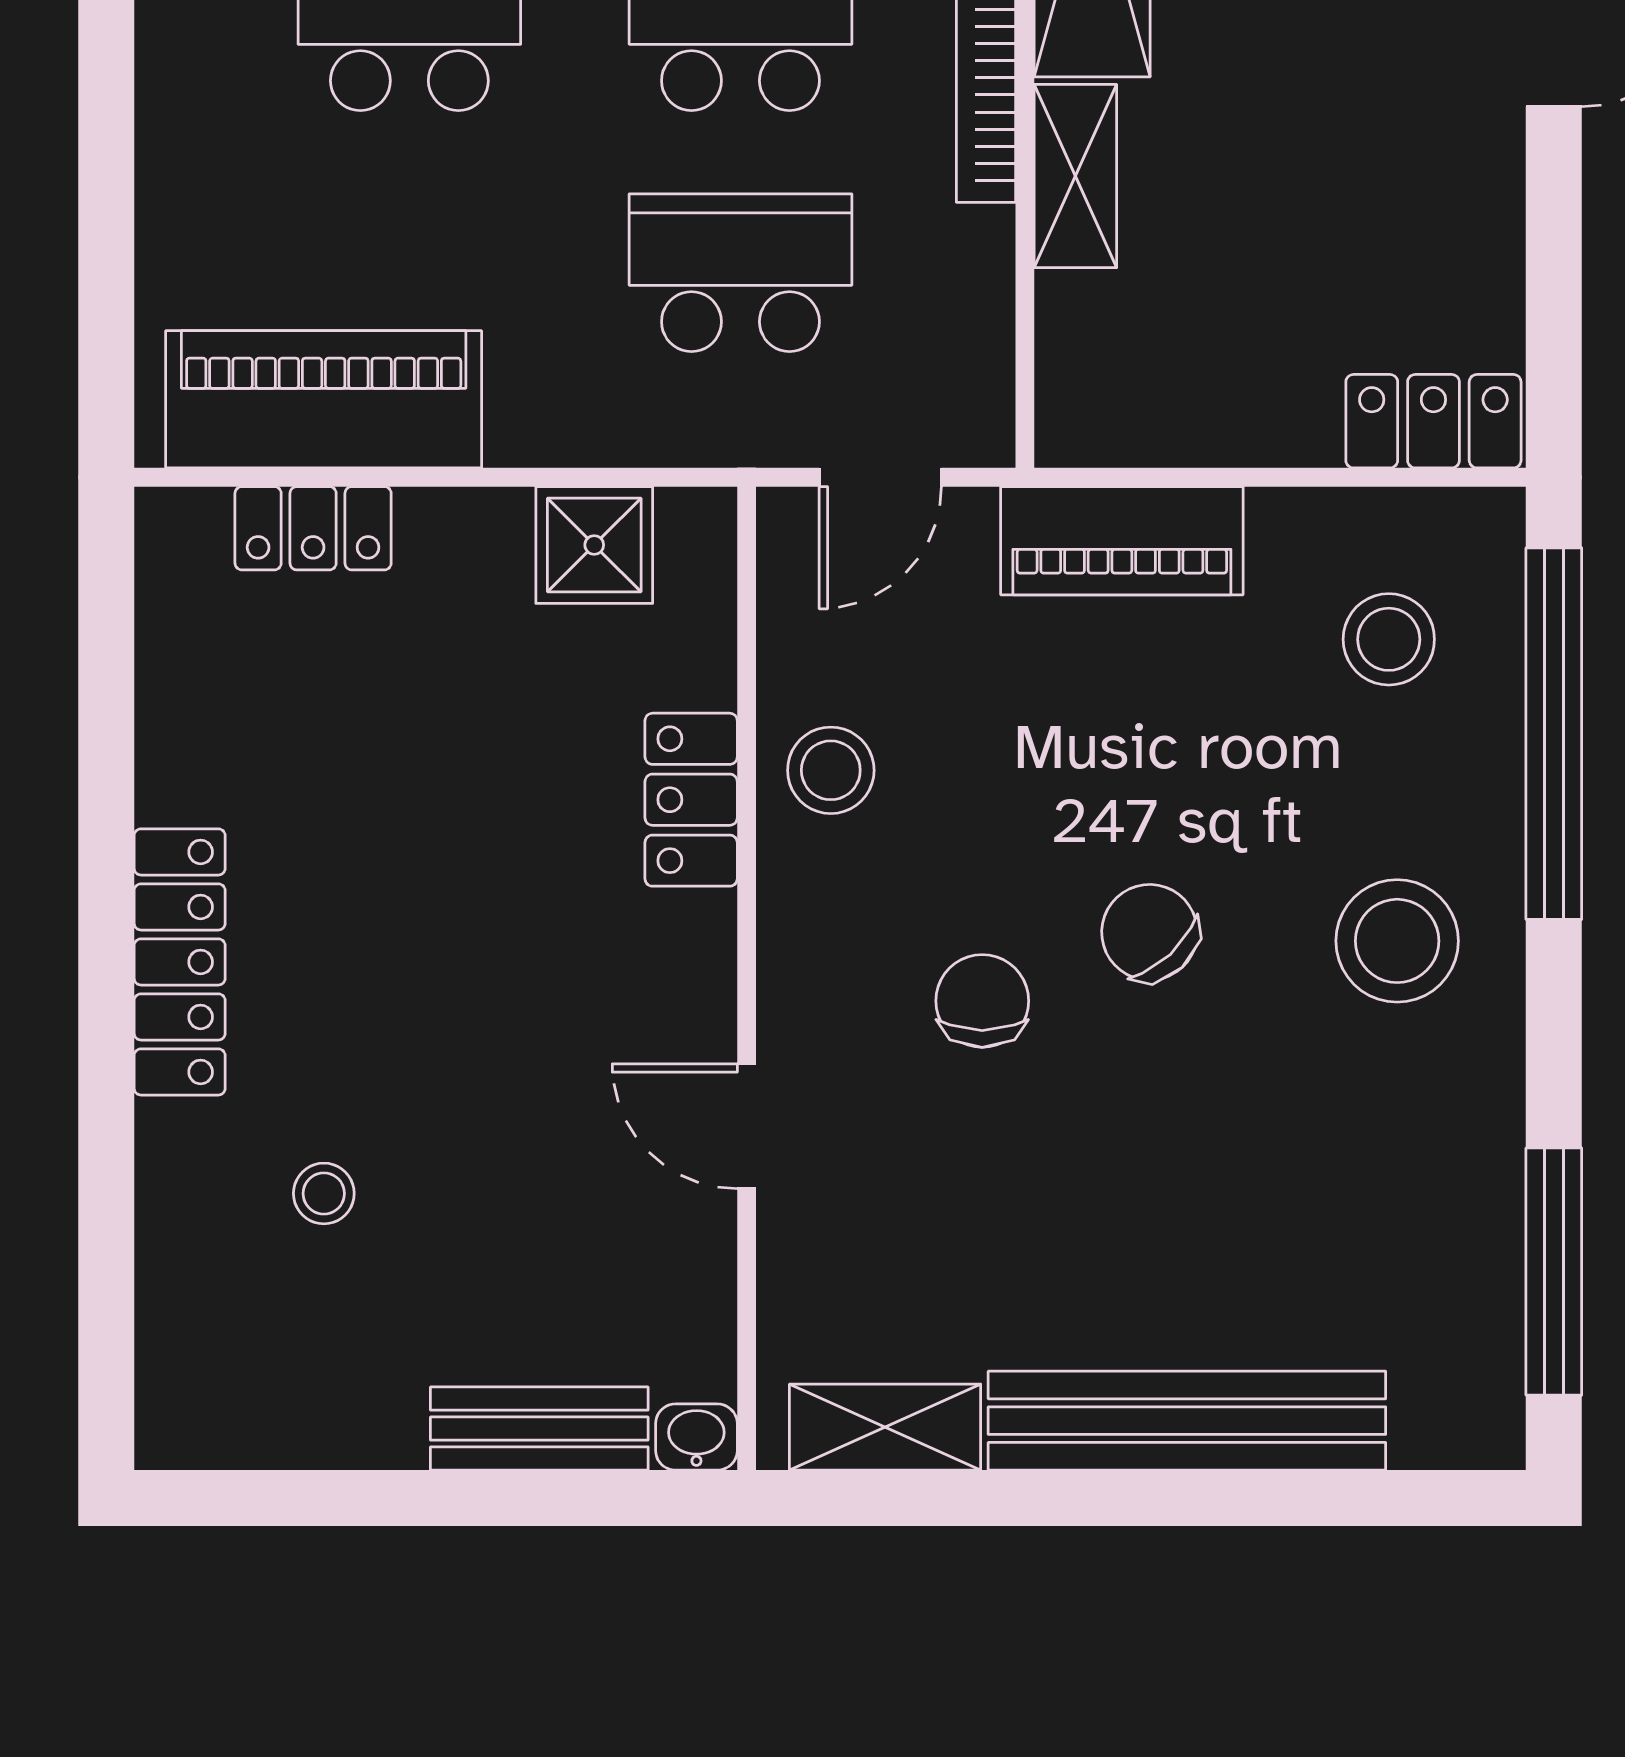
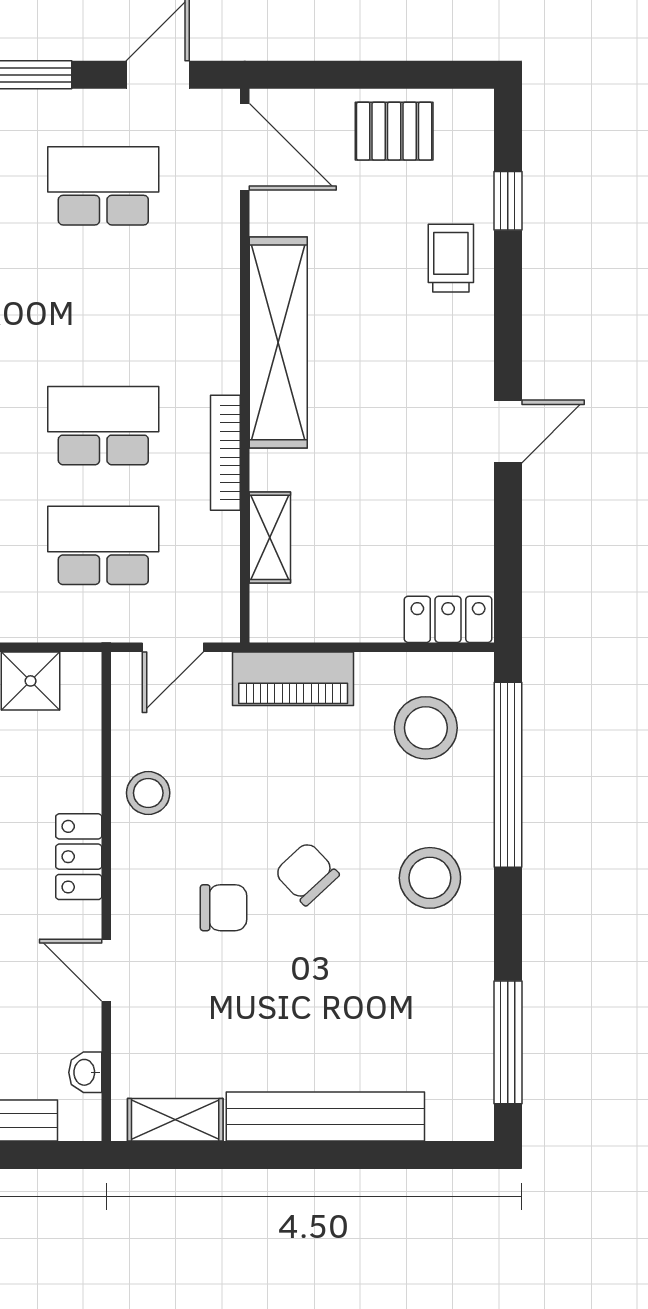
shelving: (1075, 176) -> (270, 537), moved
stool: (1389, 639) -> (426, 728), width x1.38, depth x1.38
locker: (691, 800) -> (79, 857), moved
chair: (982, 1001) -> (224, 908), turned 90
washbasin: (696, 1437) -> (85, 1072), moved, turned -90

